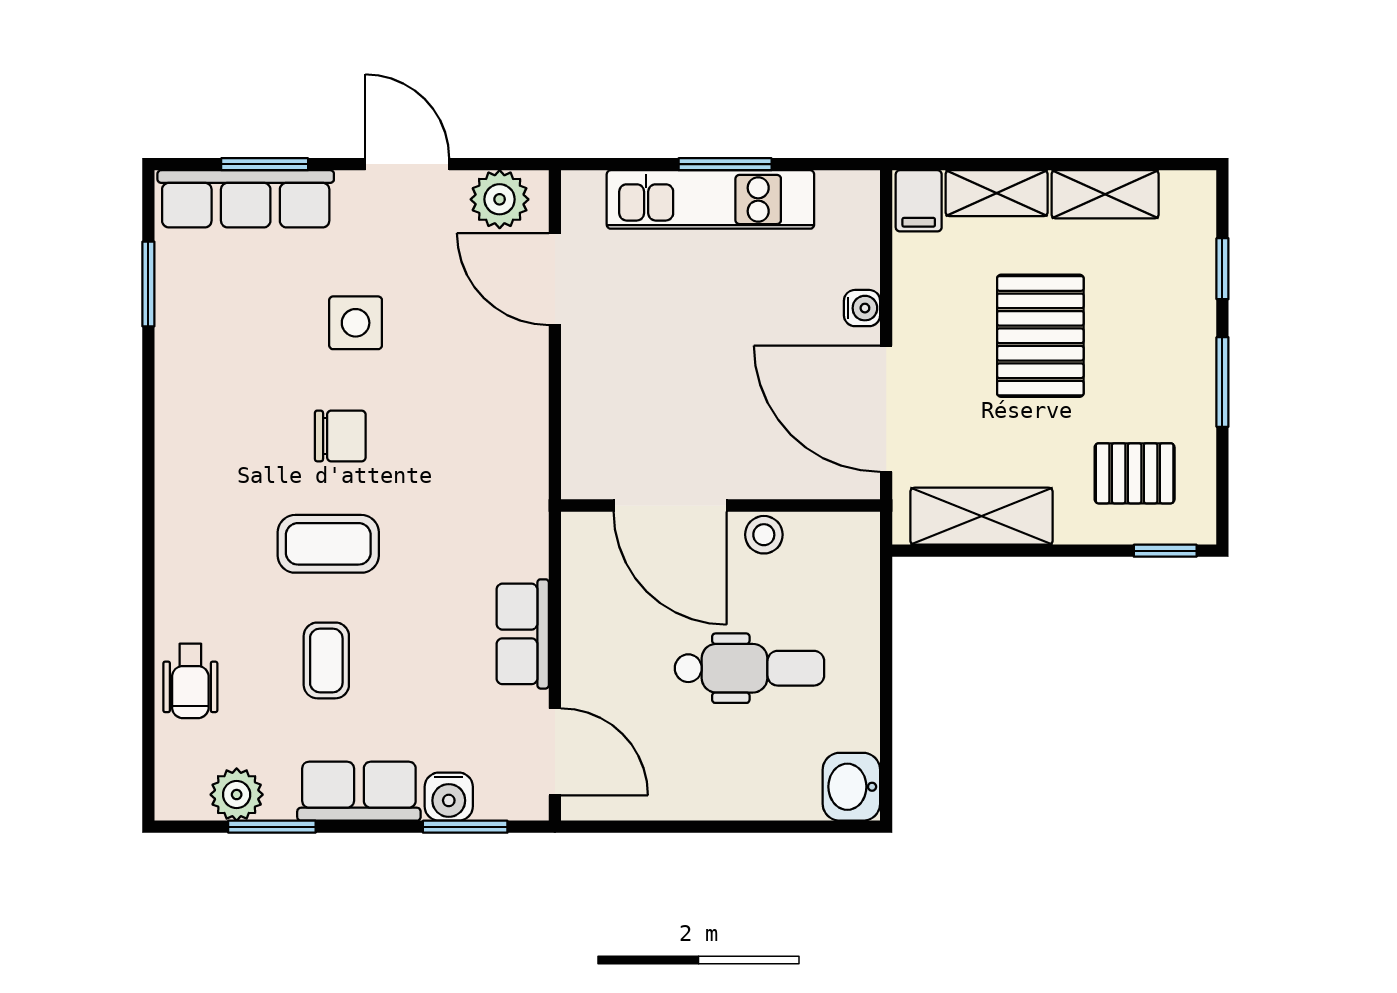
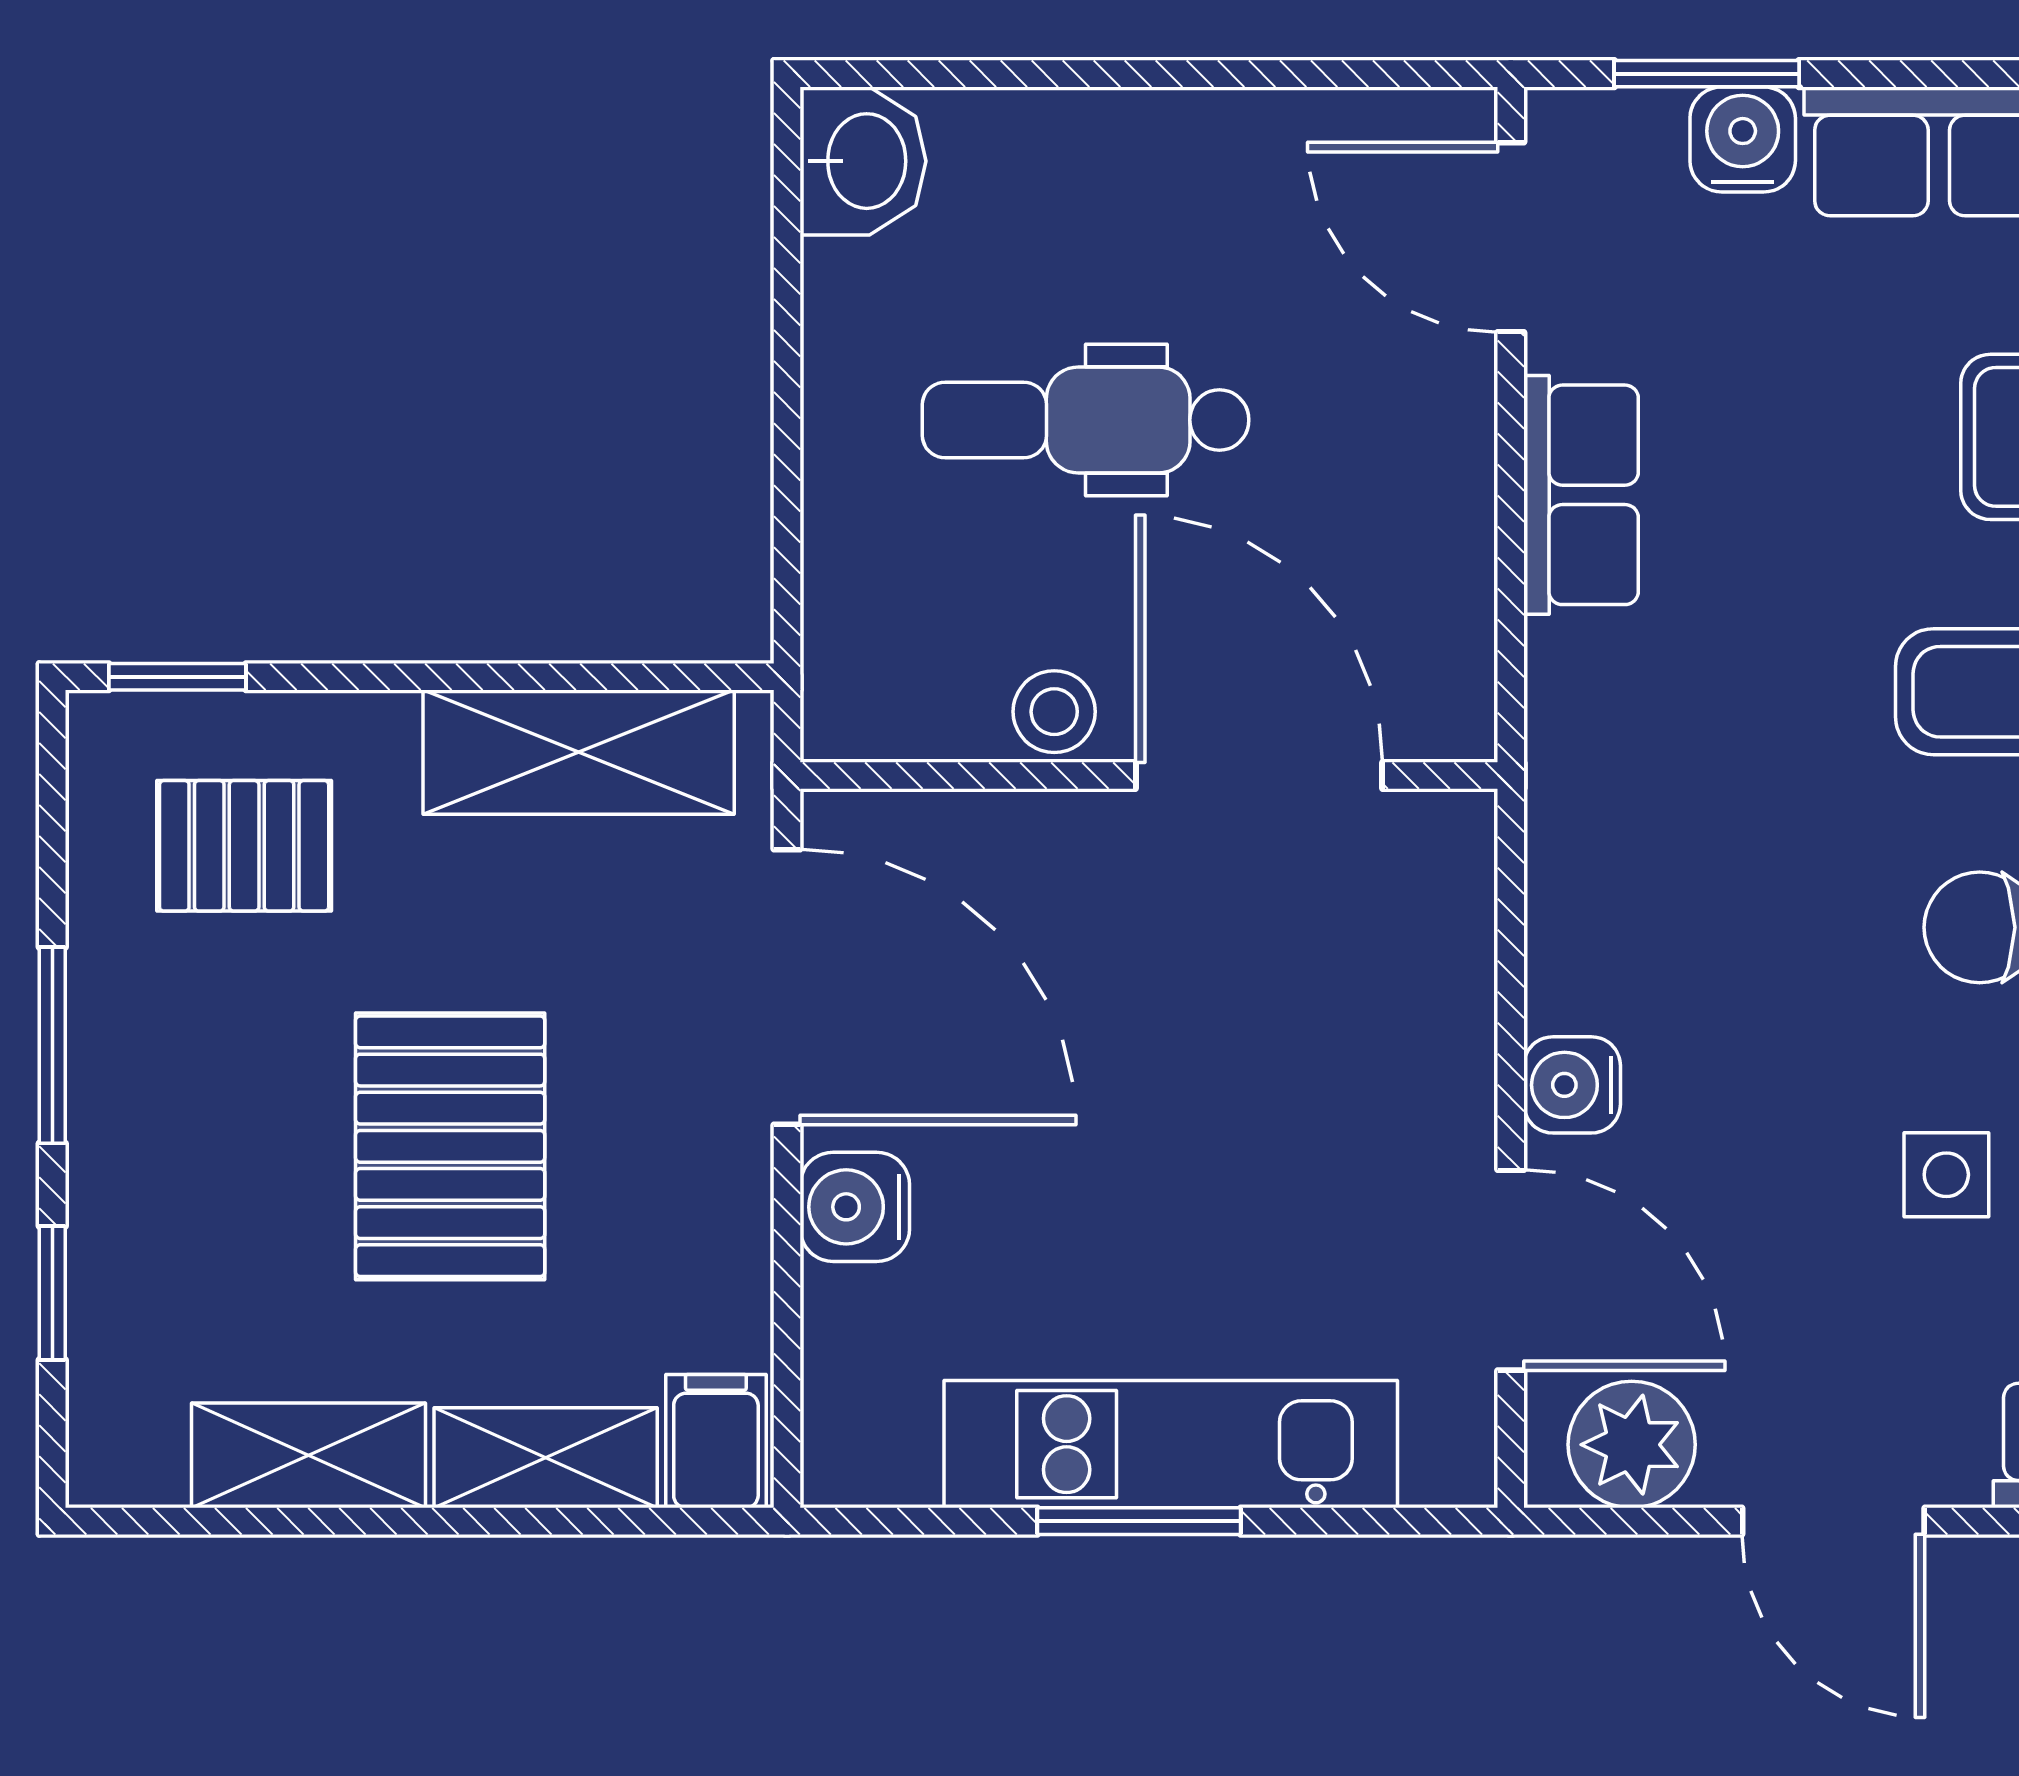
water cooler: (862, 308) -> (855, 1207), width x1.38, depth x1.38
side table: (356, 323) -> (1946, 1175), width x0.73, depth x0.73
water cooler: (527, 364) -> (1572, 1085), added

